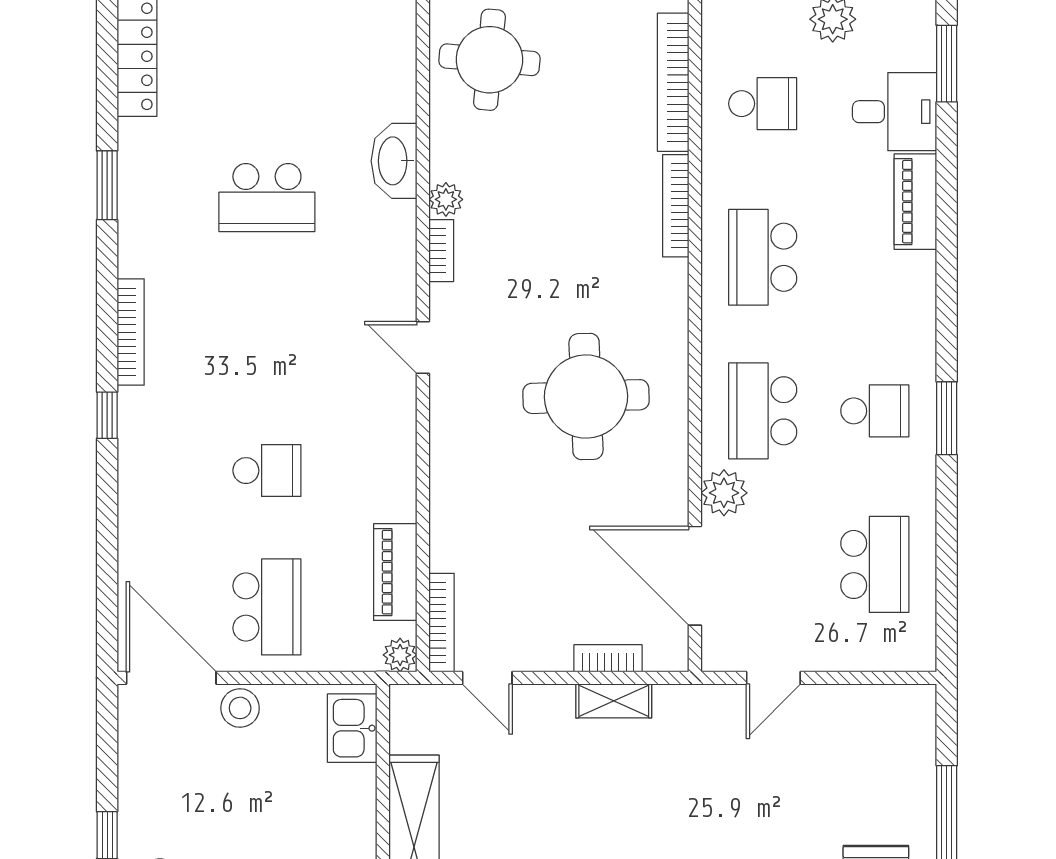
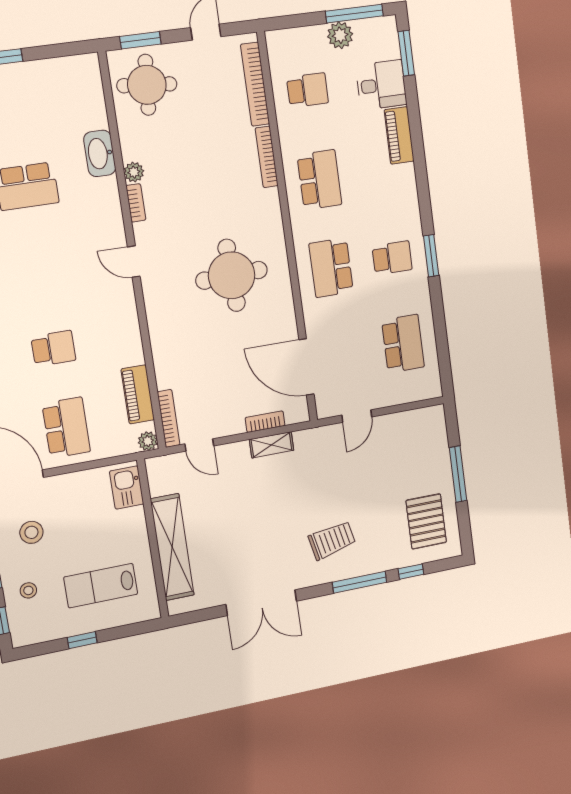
school desk: (763, 257) -> (319, 180), turned 180
plant: (724, 493) -> (316, 318), removed
stool: (240, 708) -> (31, 532), moved

